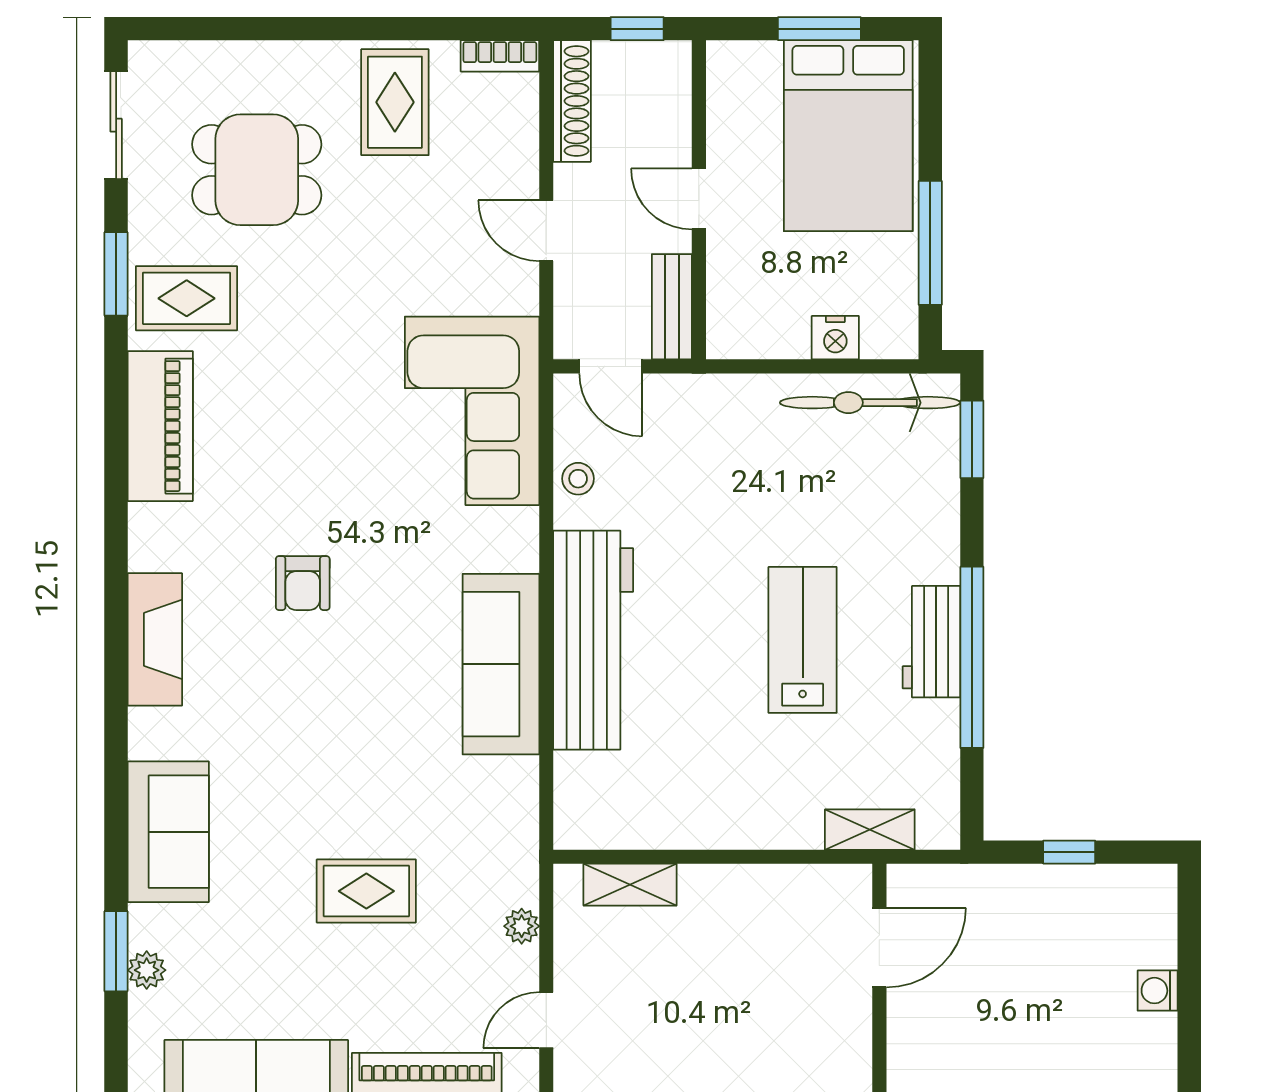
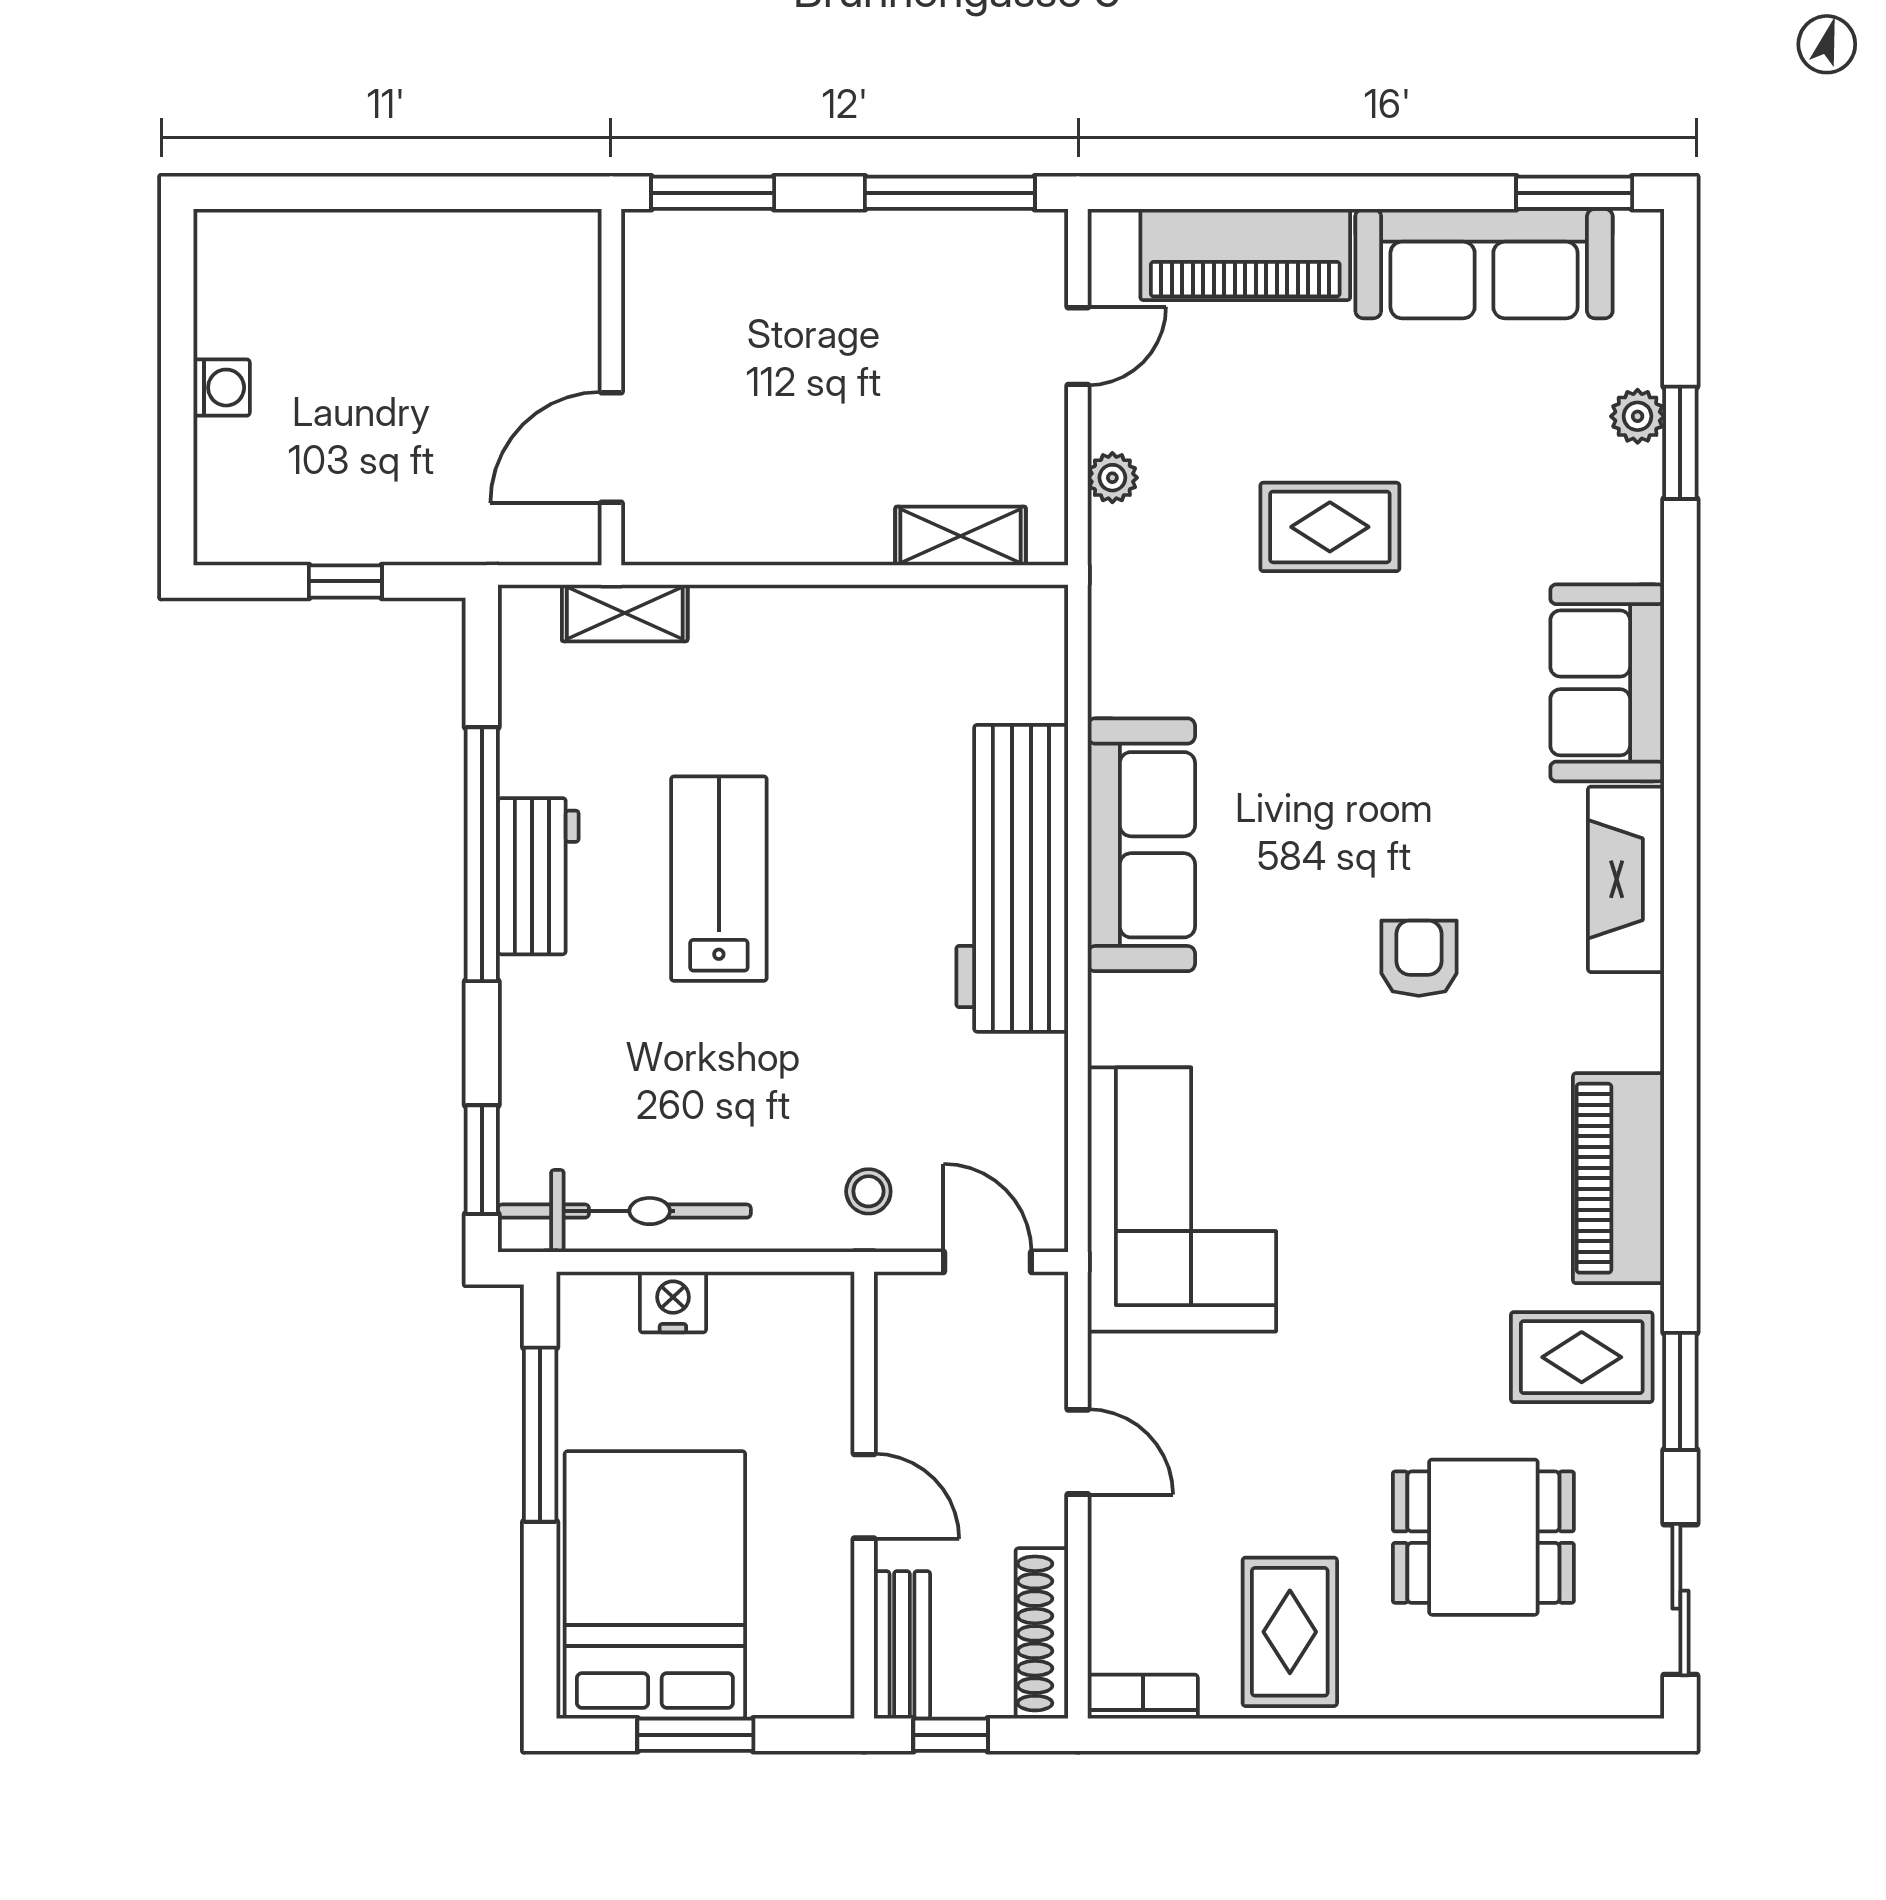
bench: (672, 307) -> (902, 1645), moved
stool: (578, 479) -> (868, 1191), moved
lab bench: (803, 640) -> (719, 879), turned 180
sofa: (168, 832) -> (1607, 683), moved

